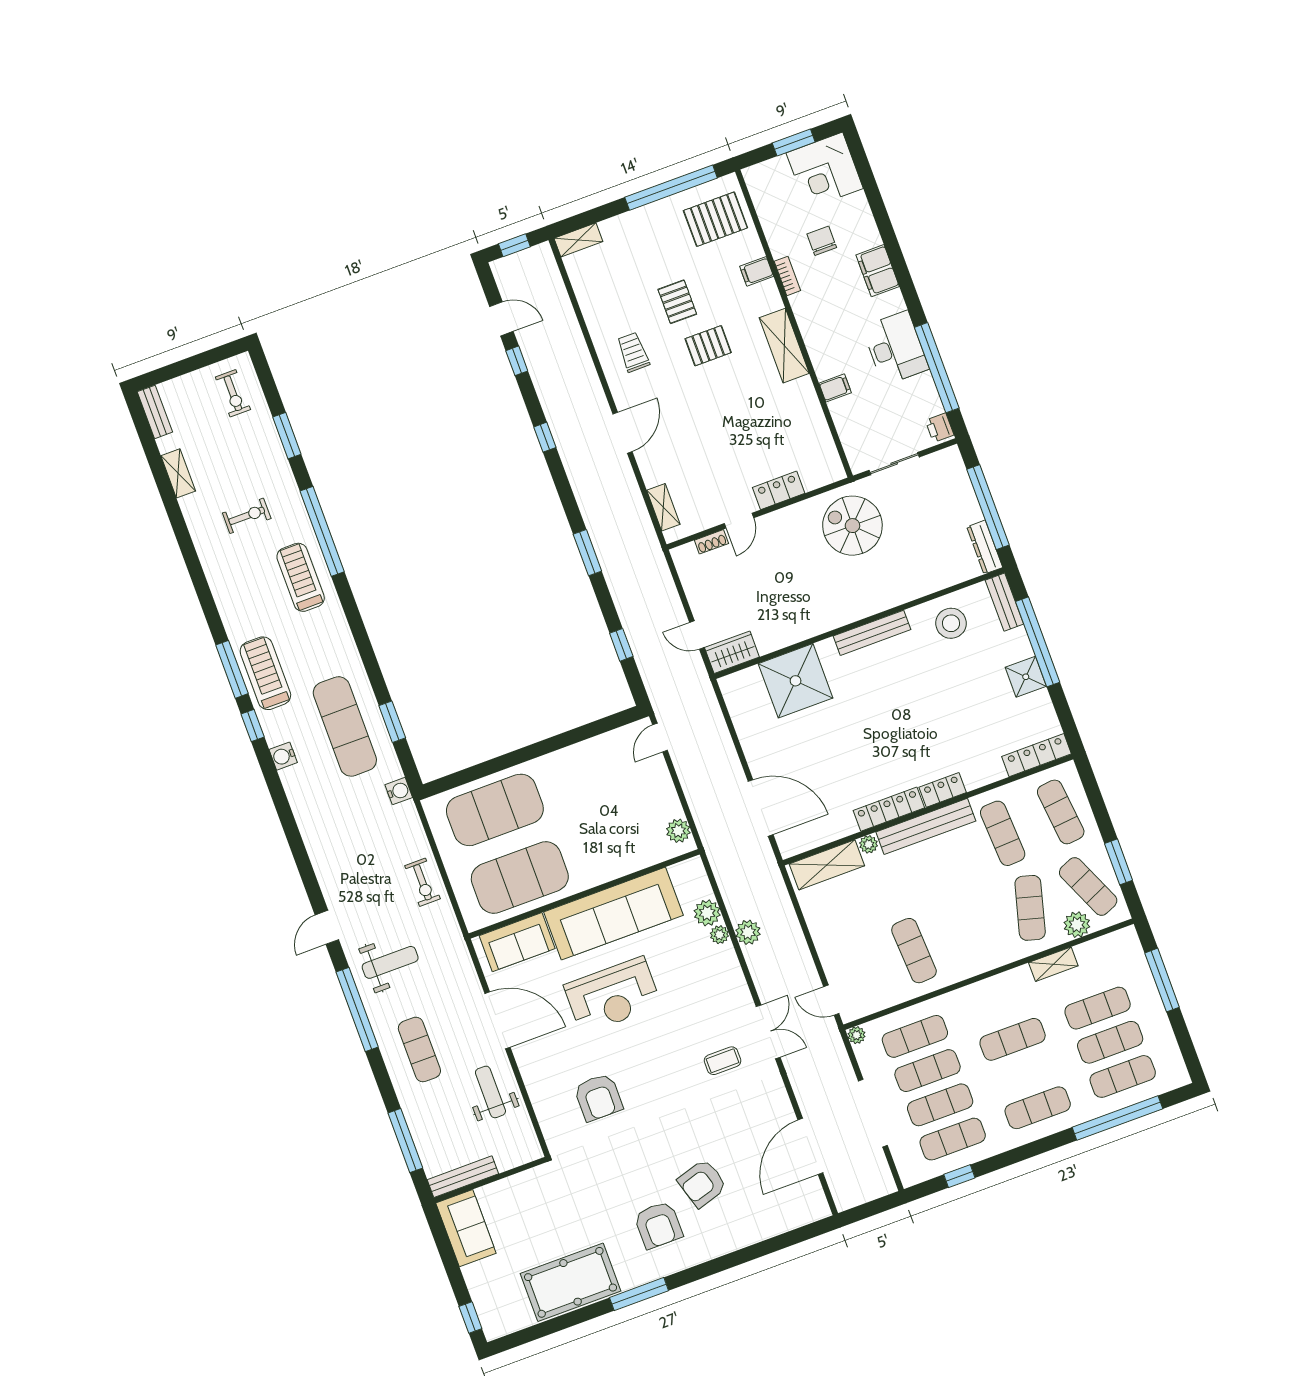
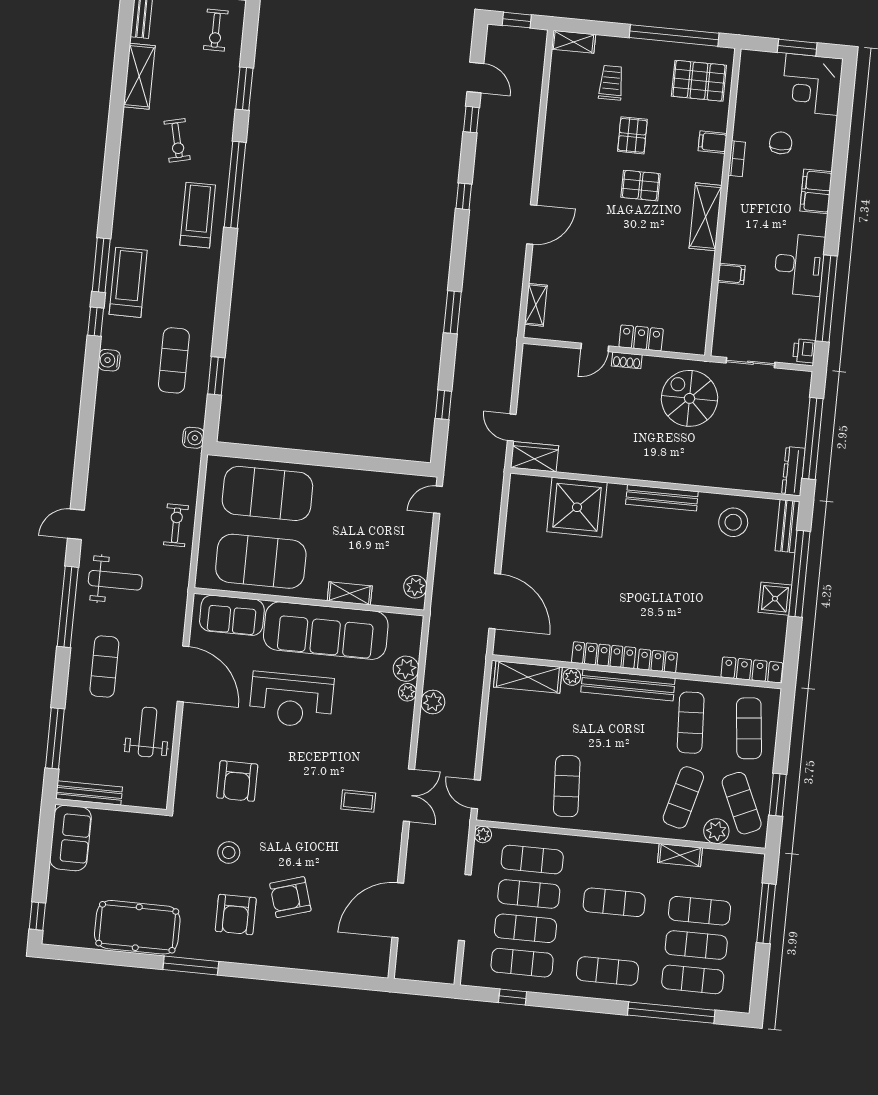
trolley: (633, 352) -> (611, 83), moved
shelving: (178, 473) -> (139, 76), width x1.50, depth x1.33
exercise bike: (247, 516) -> (177, 140), turned 77
shoe rack: (711, 542) -> (627, 360), moved
exercise mat: (345, 726) -> (174, 360), width x0.73, depth x0.69
shelving: (619, 867) -> (350, 593), added
exercise bike: (423, 882) -> (176, 525), turned 180
stool: (623, 1169) -> (229, 852), added

